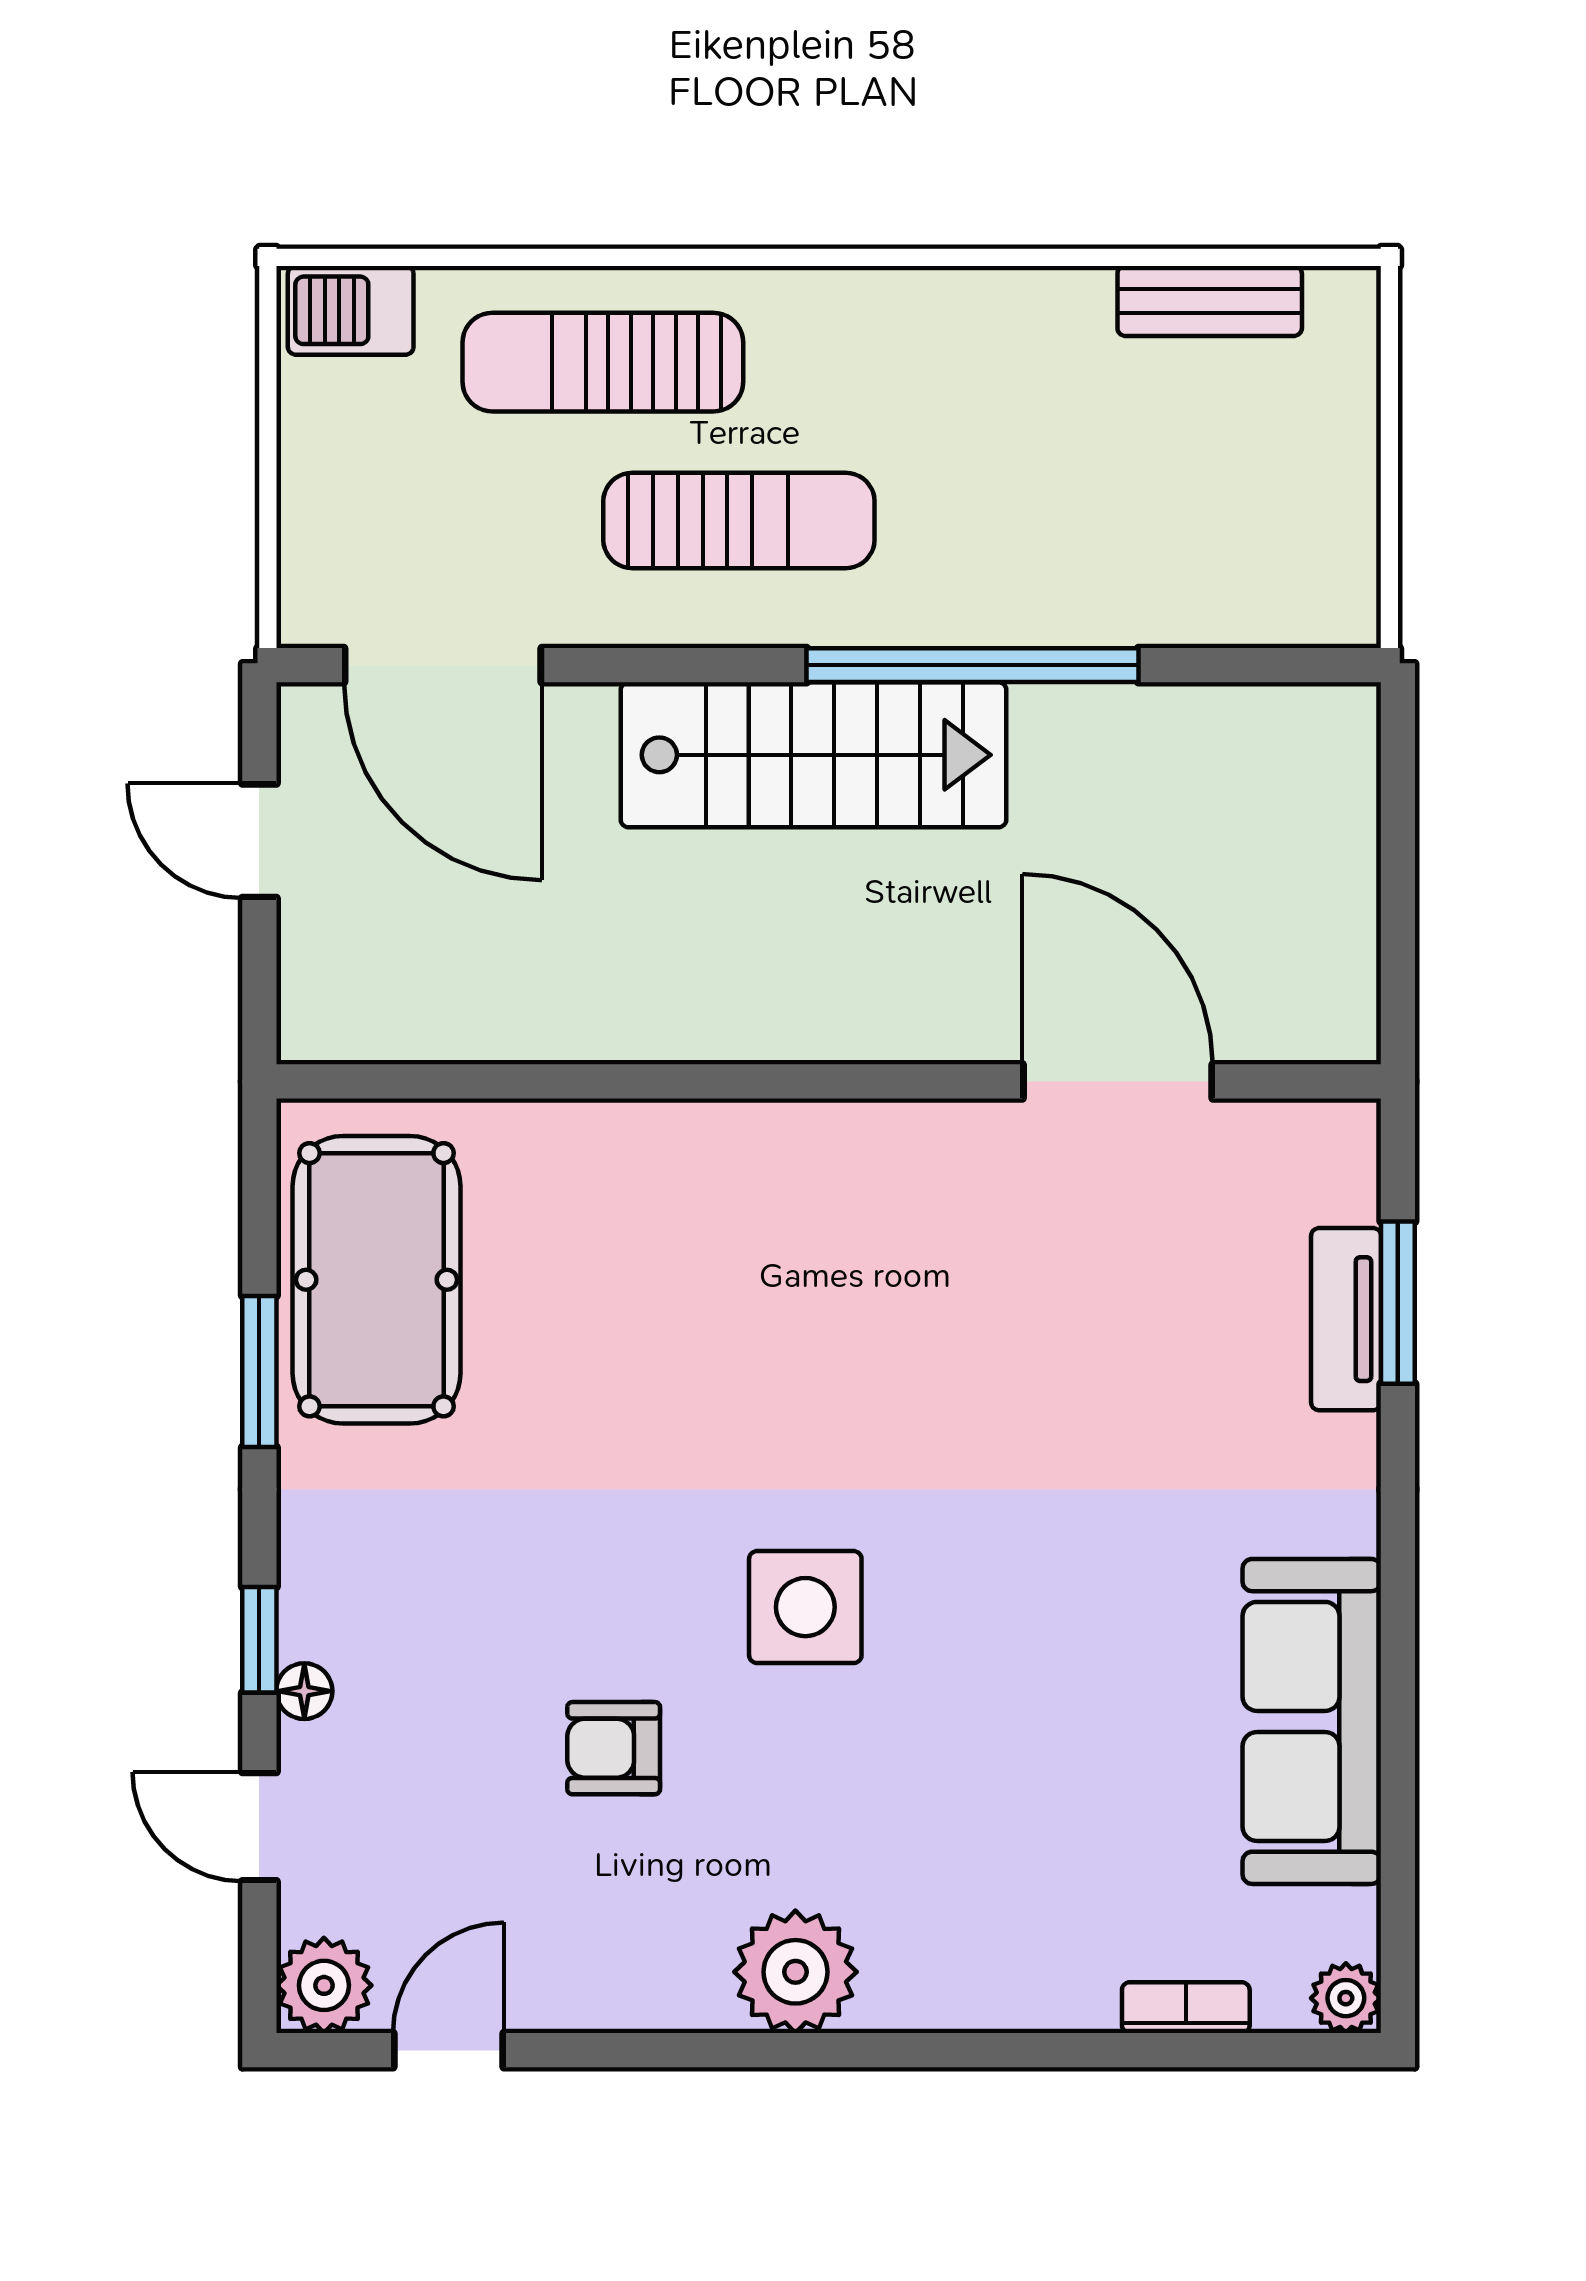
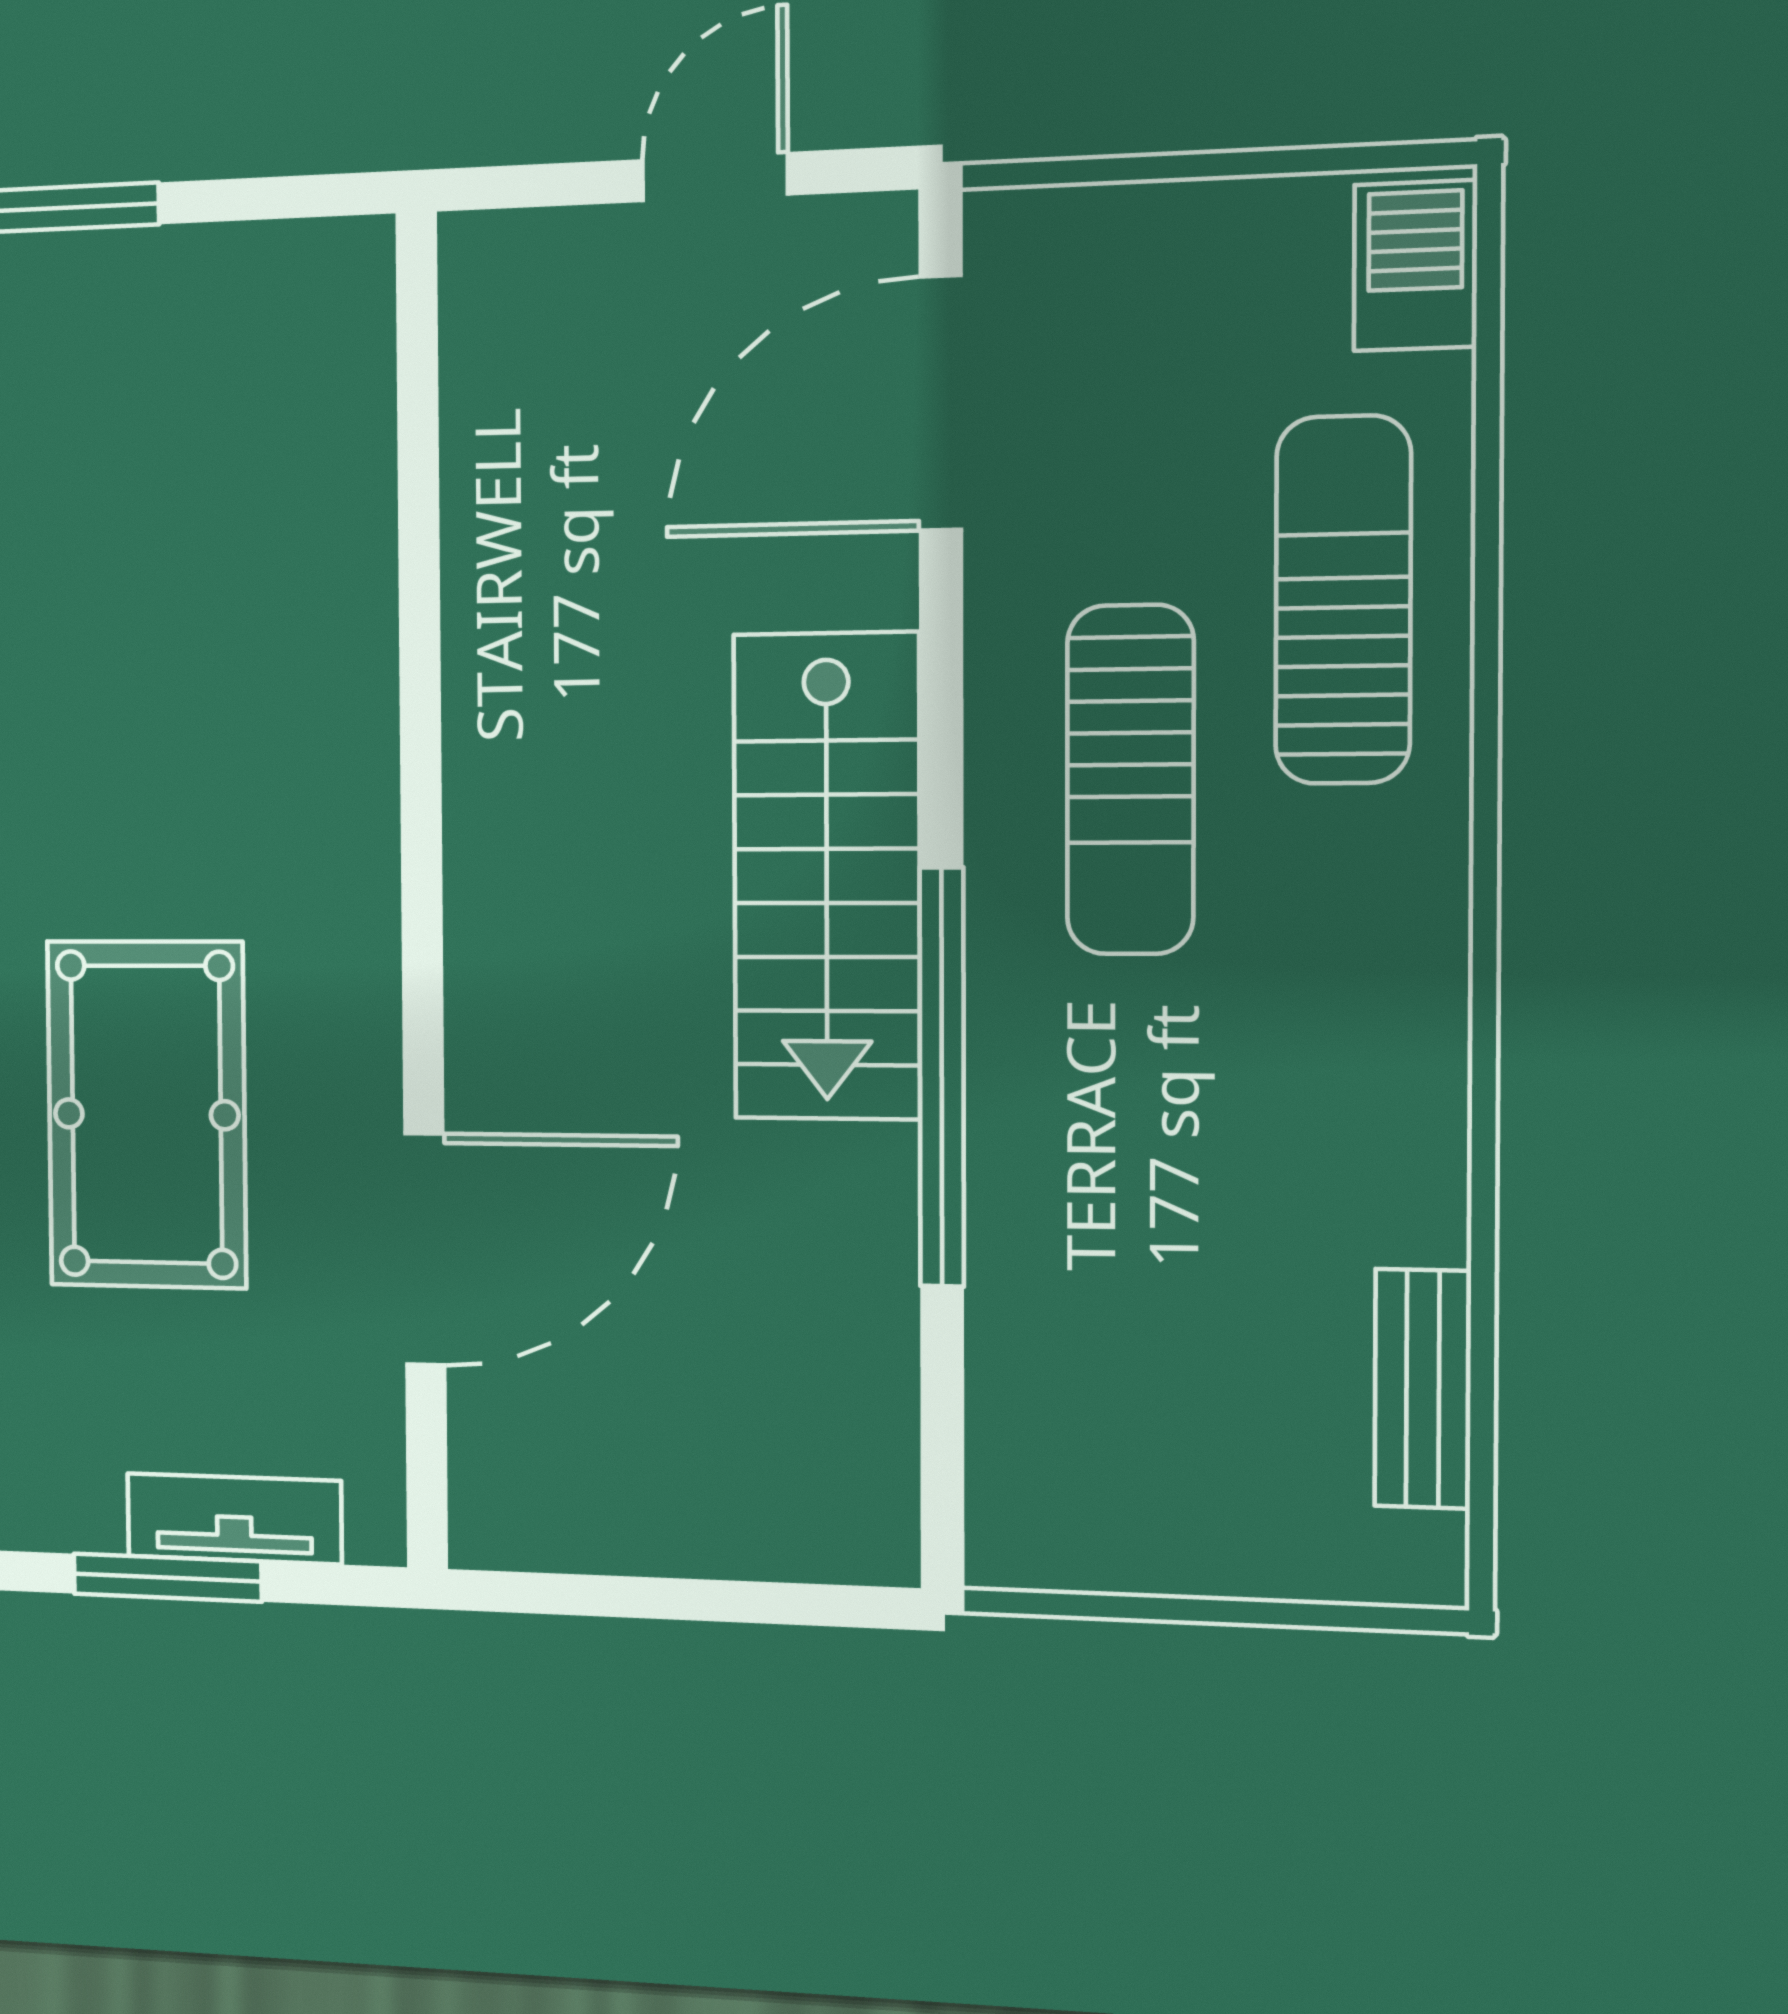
pool table: (377, 1280) -> (146, 1114), moved, turned 90
tv unit: (1346, 1319) -> (234, 1519), moved

